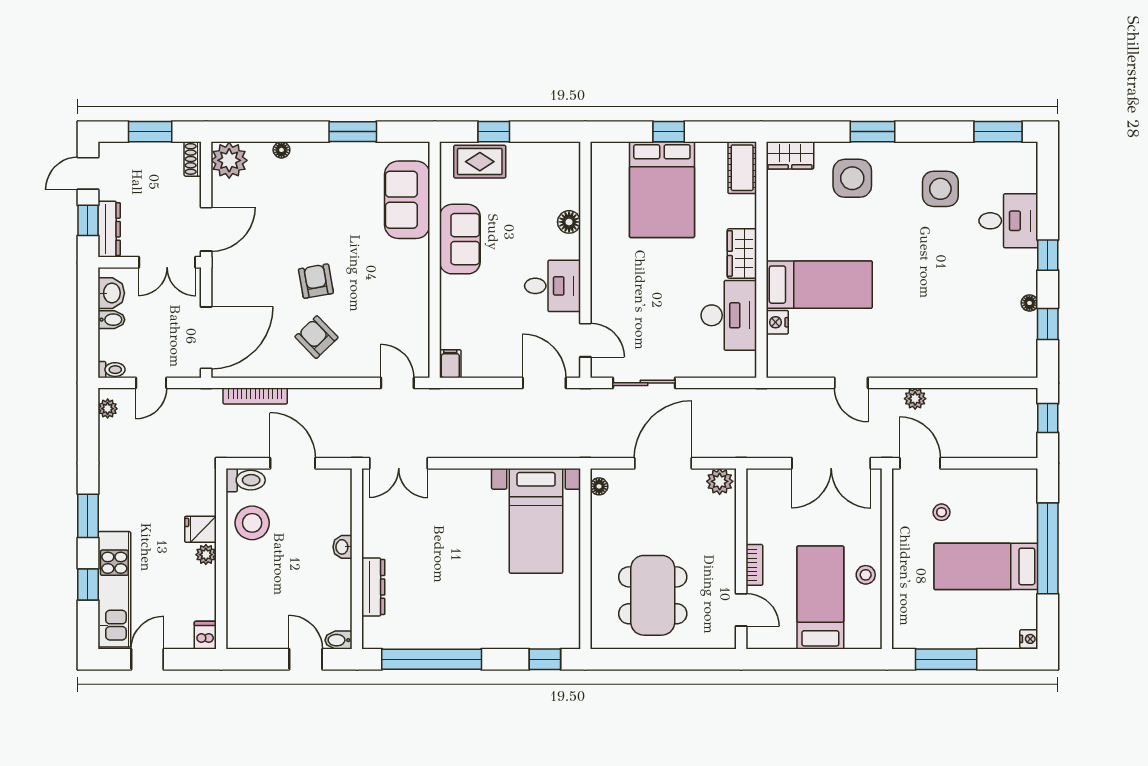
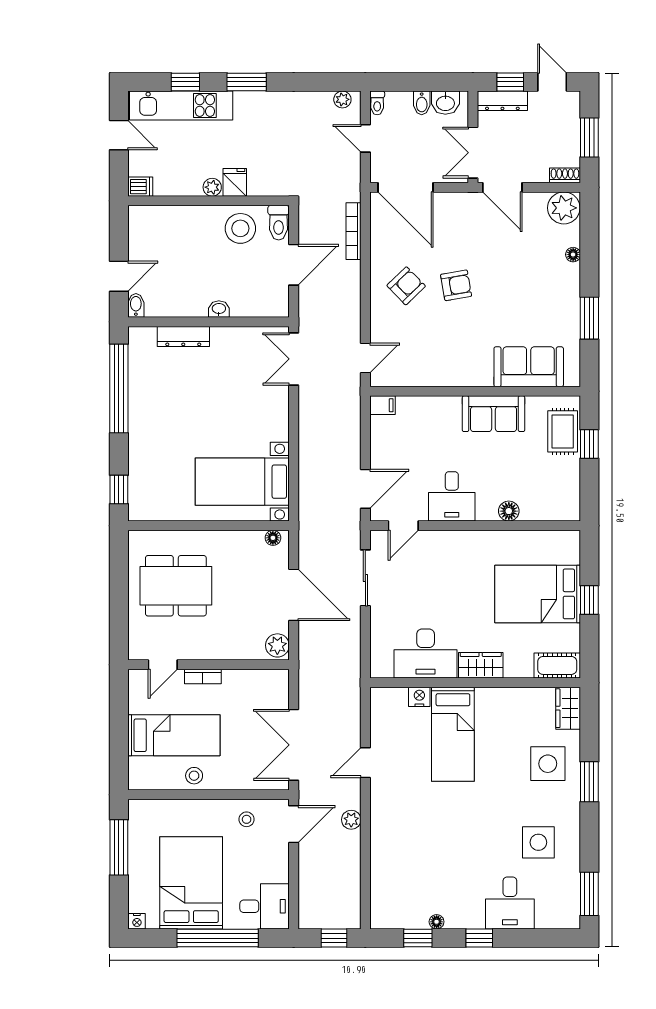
desk: (1012, 496) -> (265, 906), added
stool: (942, 512) -> (247, 819), moved
bed: (986, 566) -> (191, 883), width x1.50

